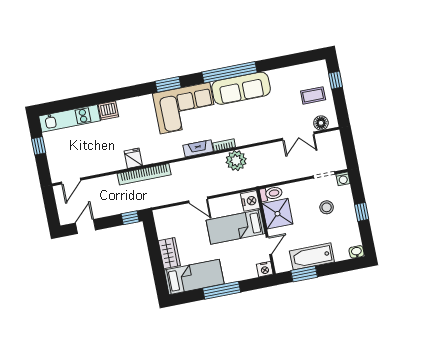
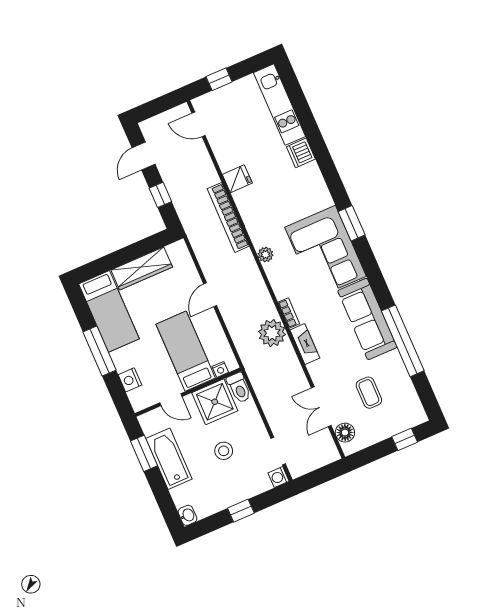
window: (230, 72) -> (403, 341), moved
coffee table: (313, 95) -> (369, 393), moved
window: (39, 146) -> (219, 79), moved
fireplace: (198, 148) -> (305, 344), moved
plant: (177, 153) -> (265, 255), added
fridge: (133, 158) -> (237, 179), moved
nightstand: (250, 201) -> (220, 369), width x0.53, depth x0.56
stool: (327, 207) -> (224, 451), moved
window: (130, 218) -> (160, 195), moved
door: (85, 227) -> (144, 156), swing flipped
wardrobe: (169, 253) -> (142, 269), width x1.50
nightstand: (265, 269) -> (130, 380), moved

